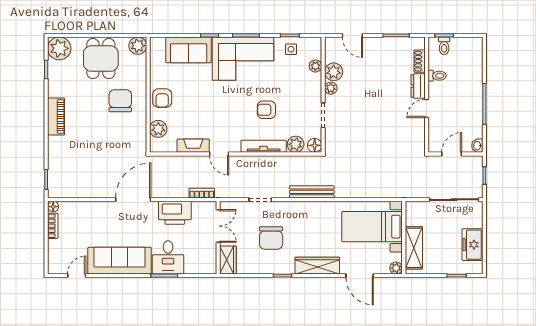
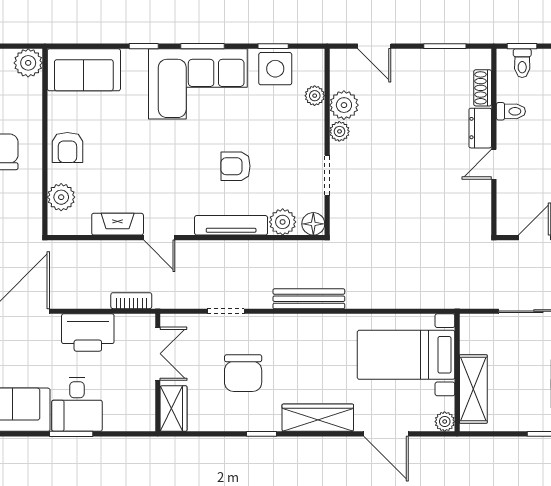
side table: (291, 49) -> (275, 69), width x1.87, depth x1.87
sofa: (189, 50) -> (84, 70), moved

